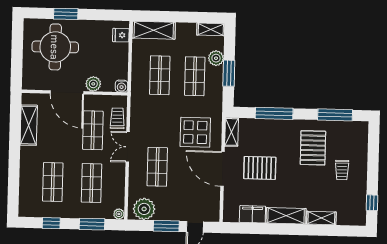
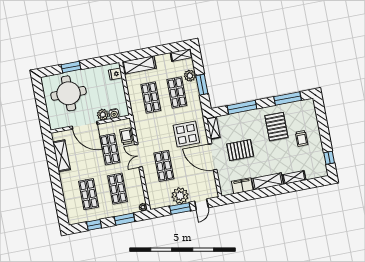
water cooler: (121, 86) -> (114, 114), moved
plant: (144, 209) -> (180, 196), moved

